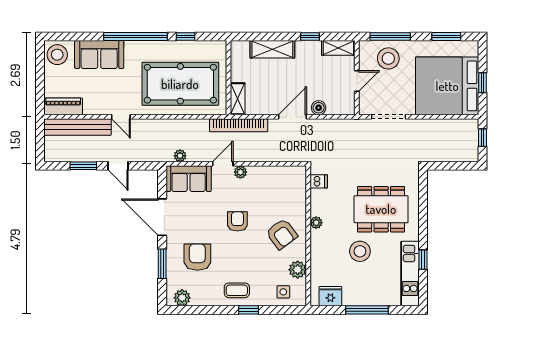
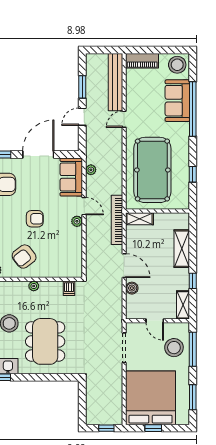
window: (136, 36) -> (193, 109), moved
piano: (63, 106) -> (142, 61), moved, turned 90

